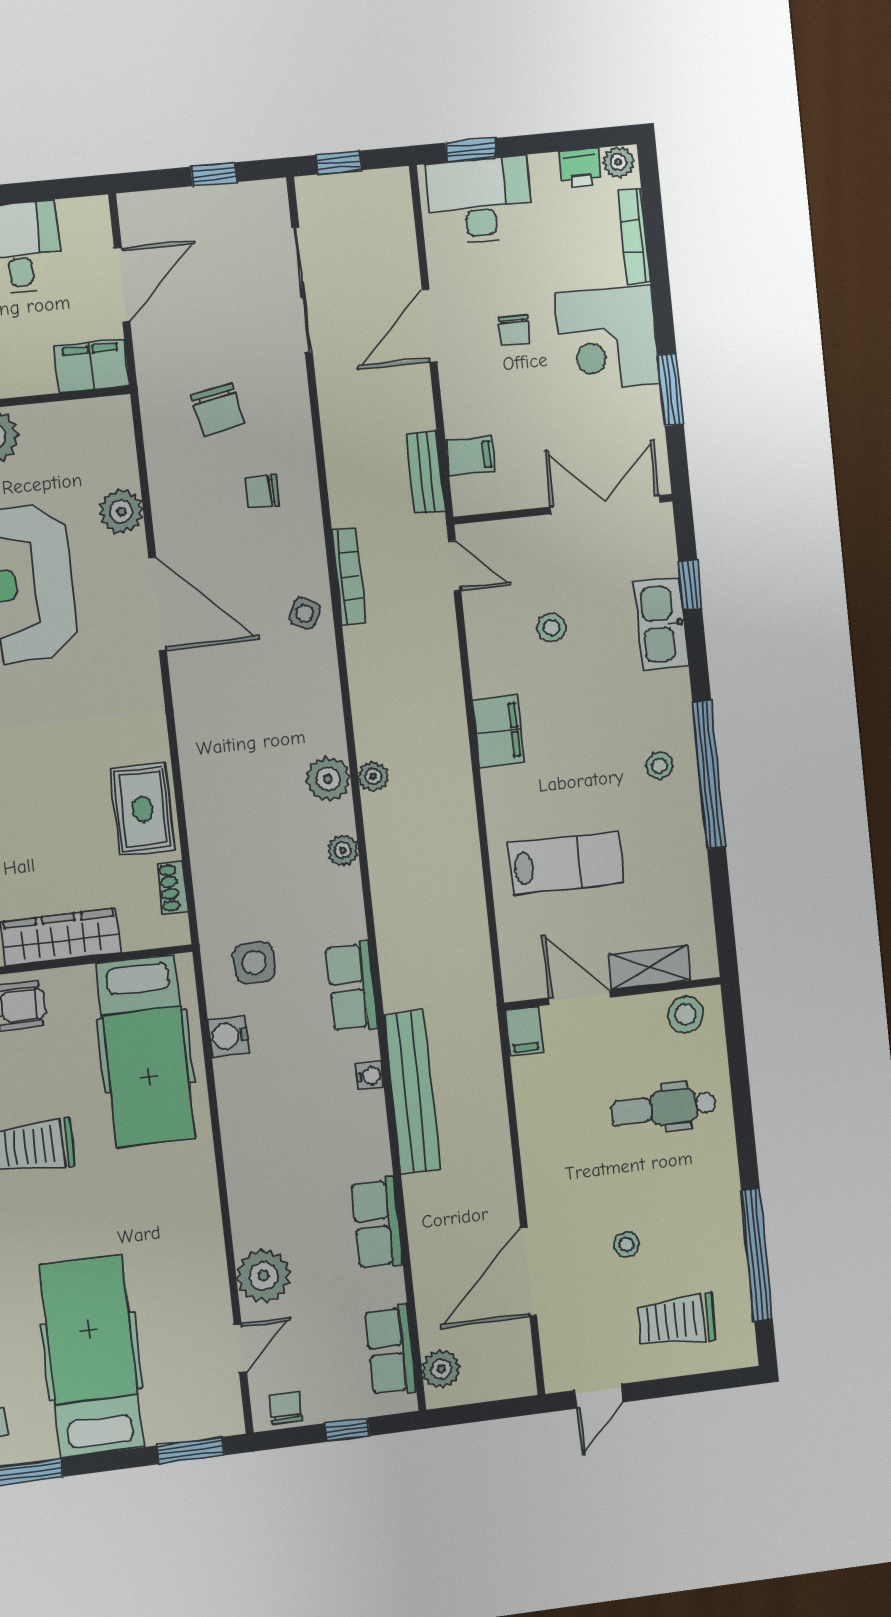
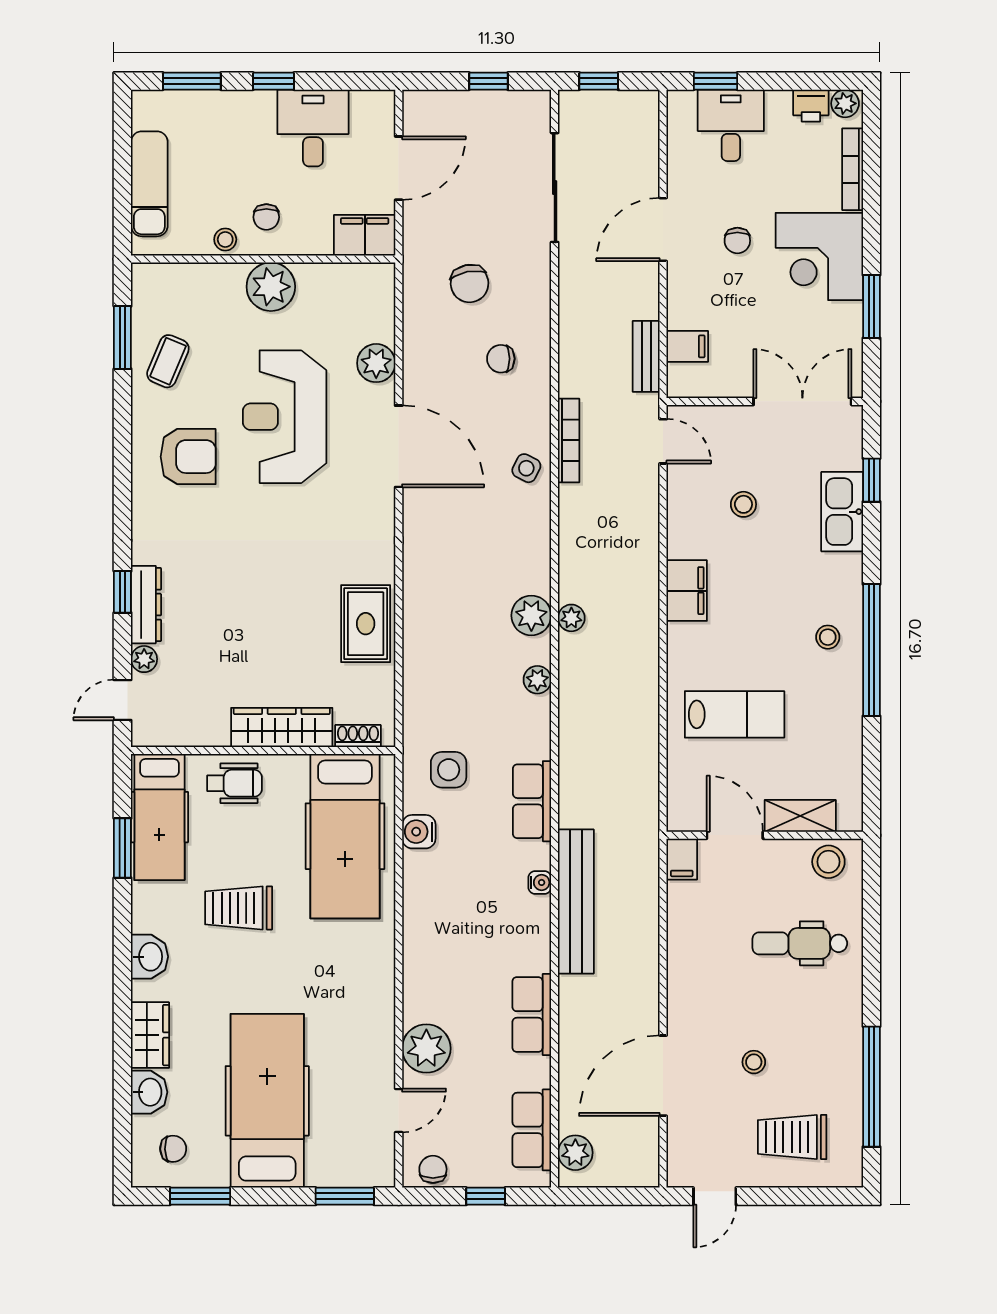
desk: (479, 200) -> (731, 125), width x0.73
shoe rack: (173, 888) -> (358, 736), moved, turned 90

